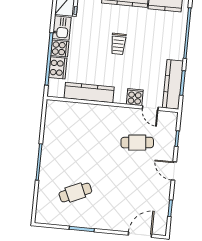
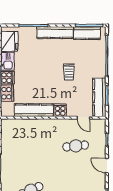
trolley: (118, 44) -> (69, 72), moved
cooker: (135, 97) -> (60, 110), moved

